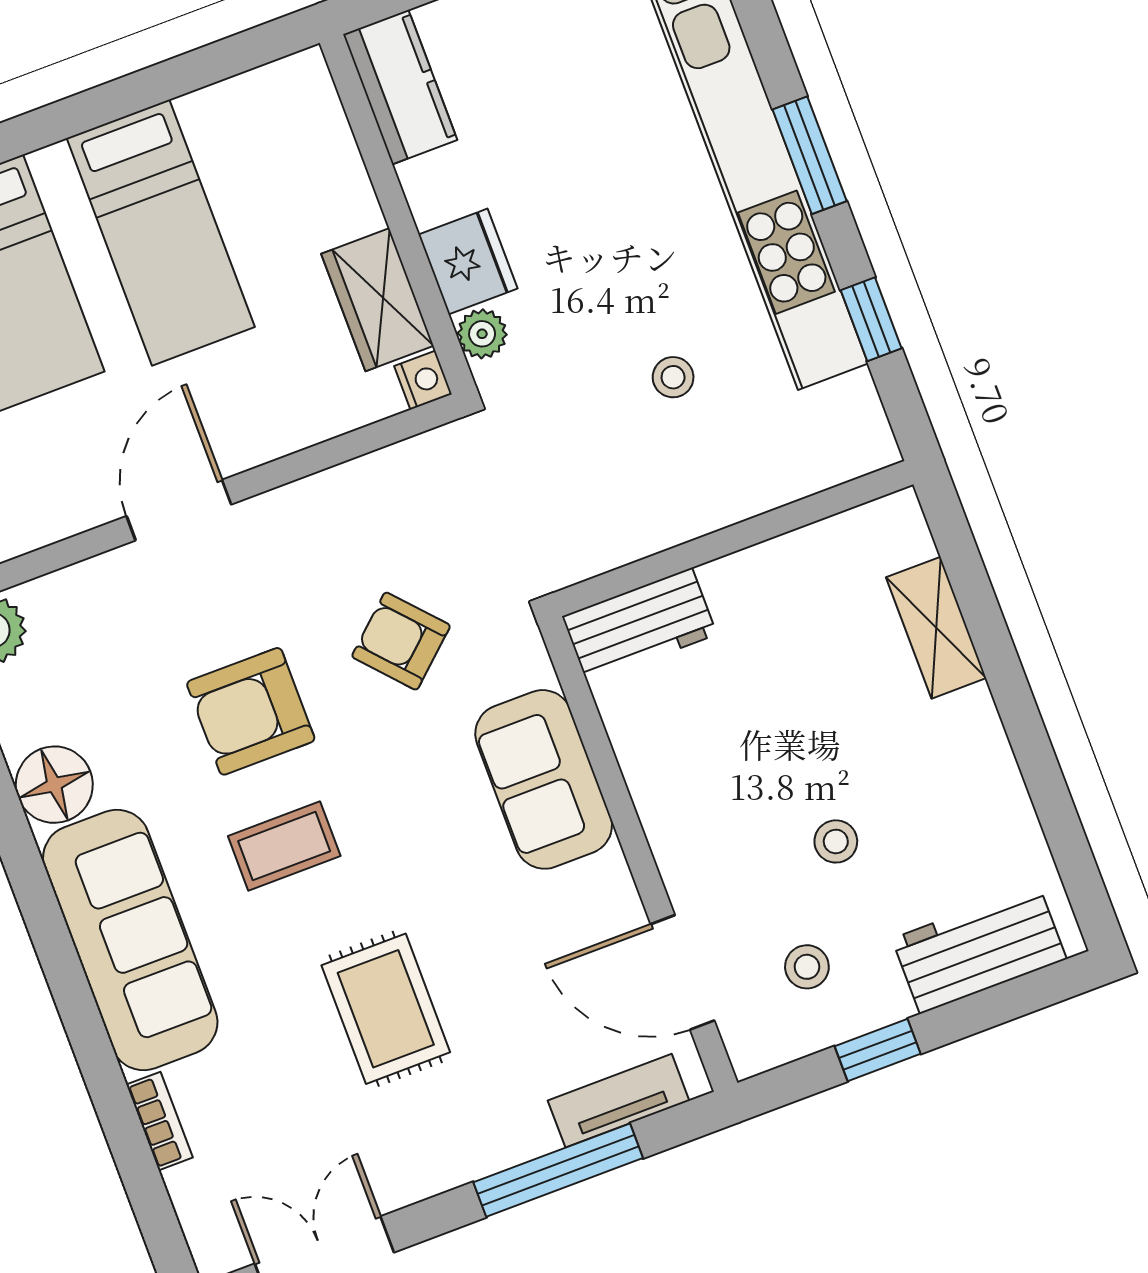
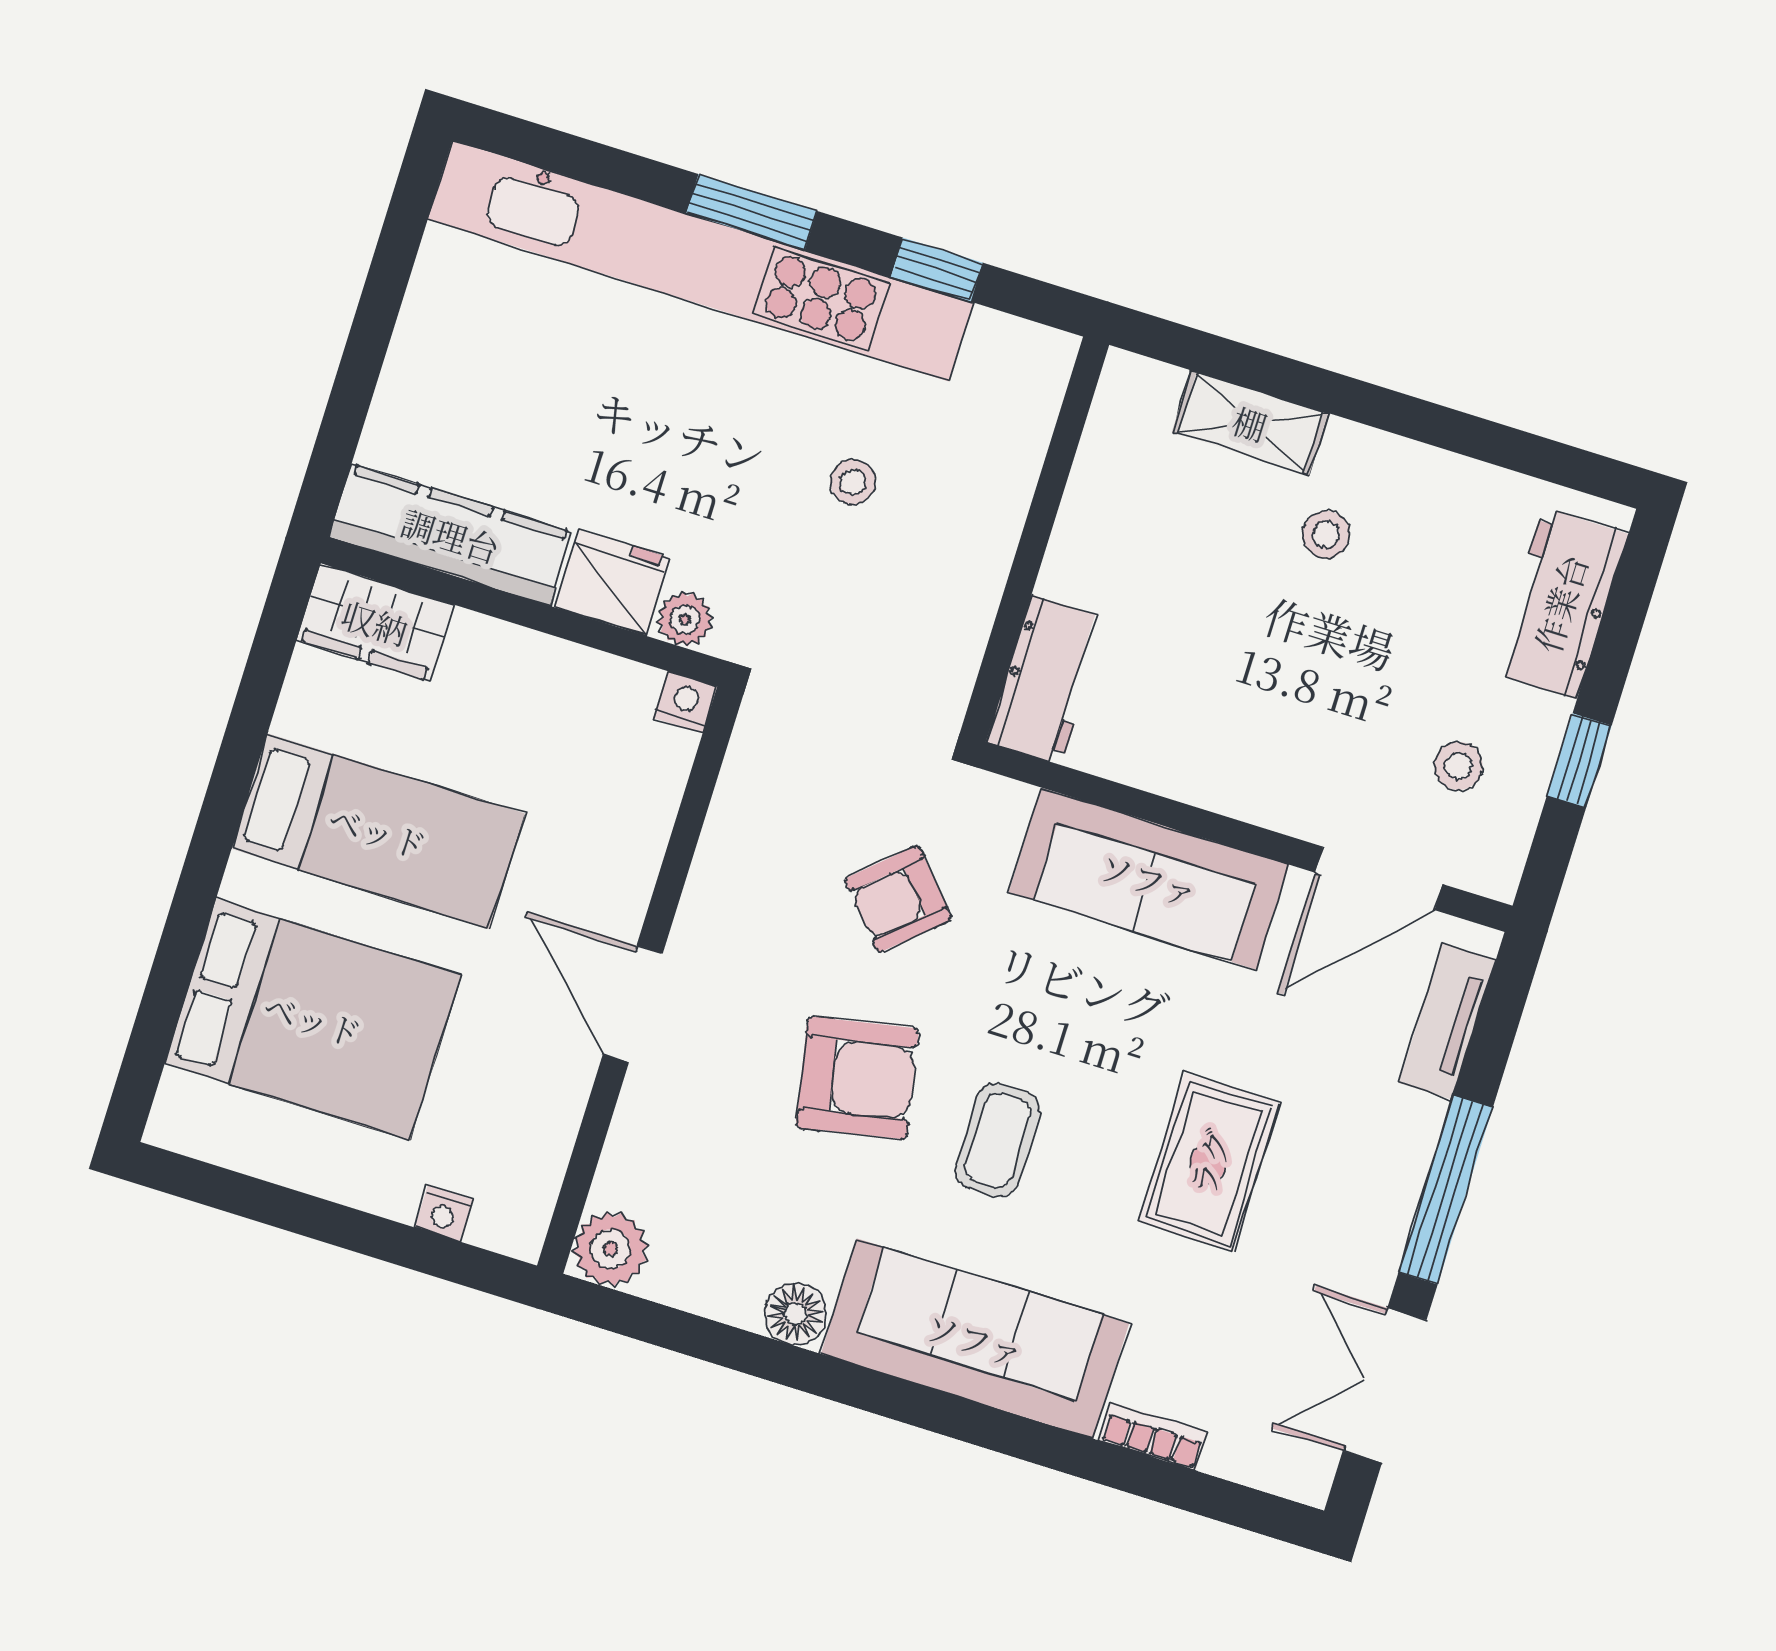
kitchen counter: (400, 87) -> (451, 535), width x1.50
wardrobe: (378, 300) -> (375, 622), moved
armchair: (251, 711) -> (857, 1078), turned -101
sofa: (544, 779) -> (1149, 879), width x1.36
floor lamp: (54, 785) -> (795, 1314), width x0.73, depth x0.73
stool: (836, 841) -> (1326, 535), moved
rug: (386, 1009) -> (1209, 1162), turned 90
window: (558, 1170) -> (1446, 1190), moved

